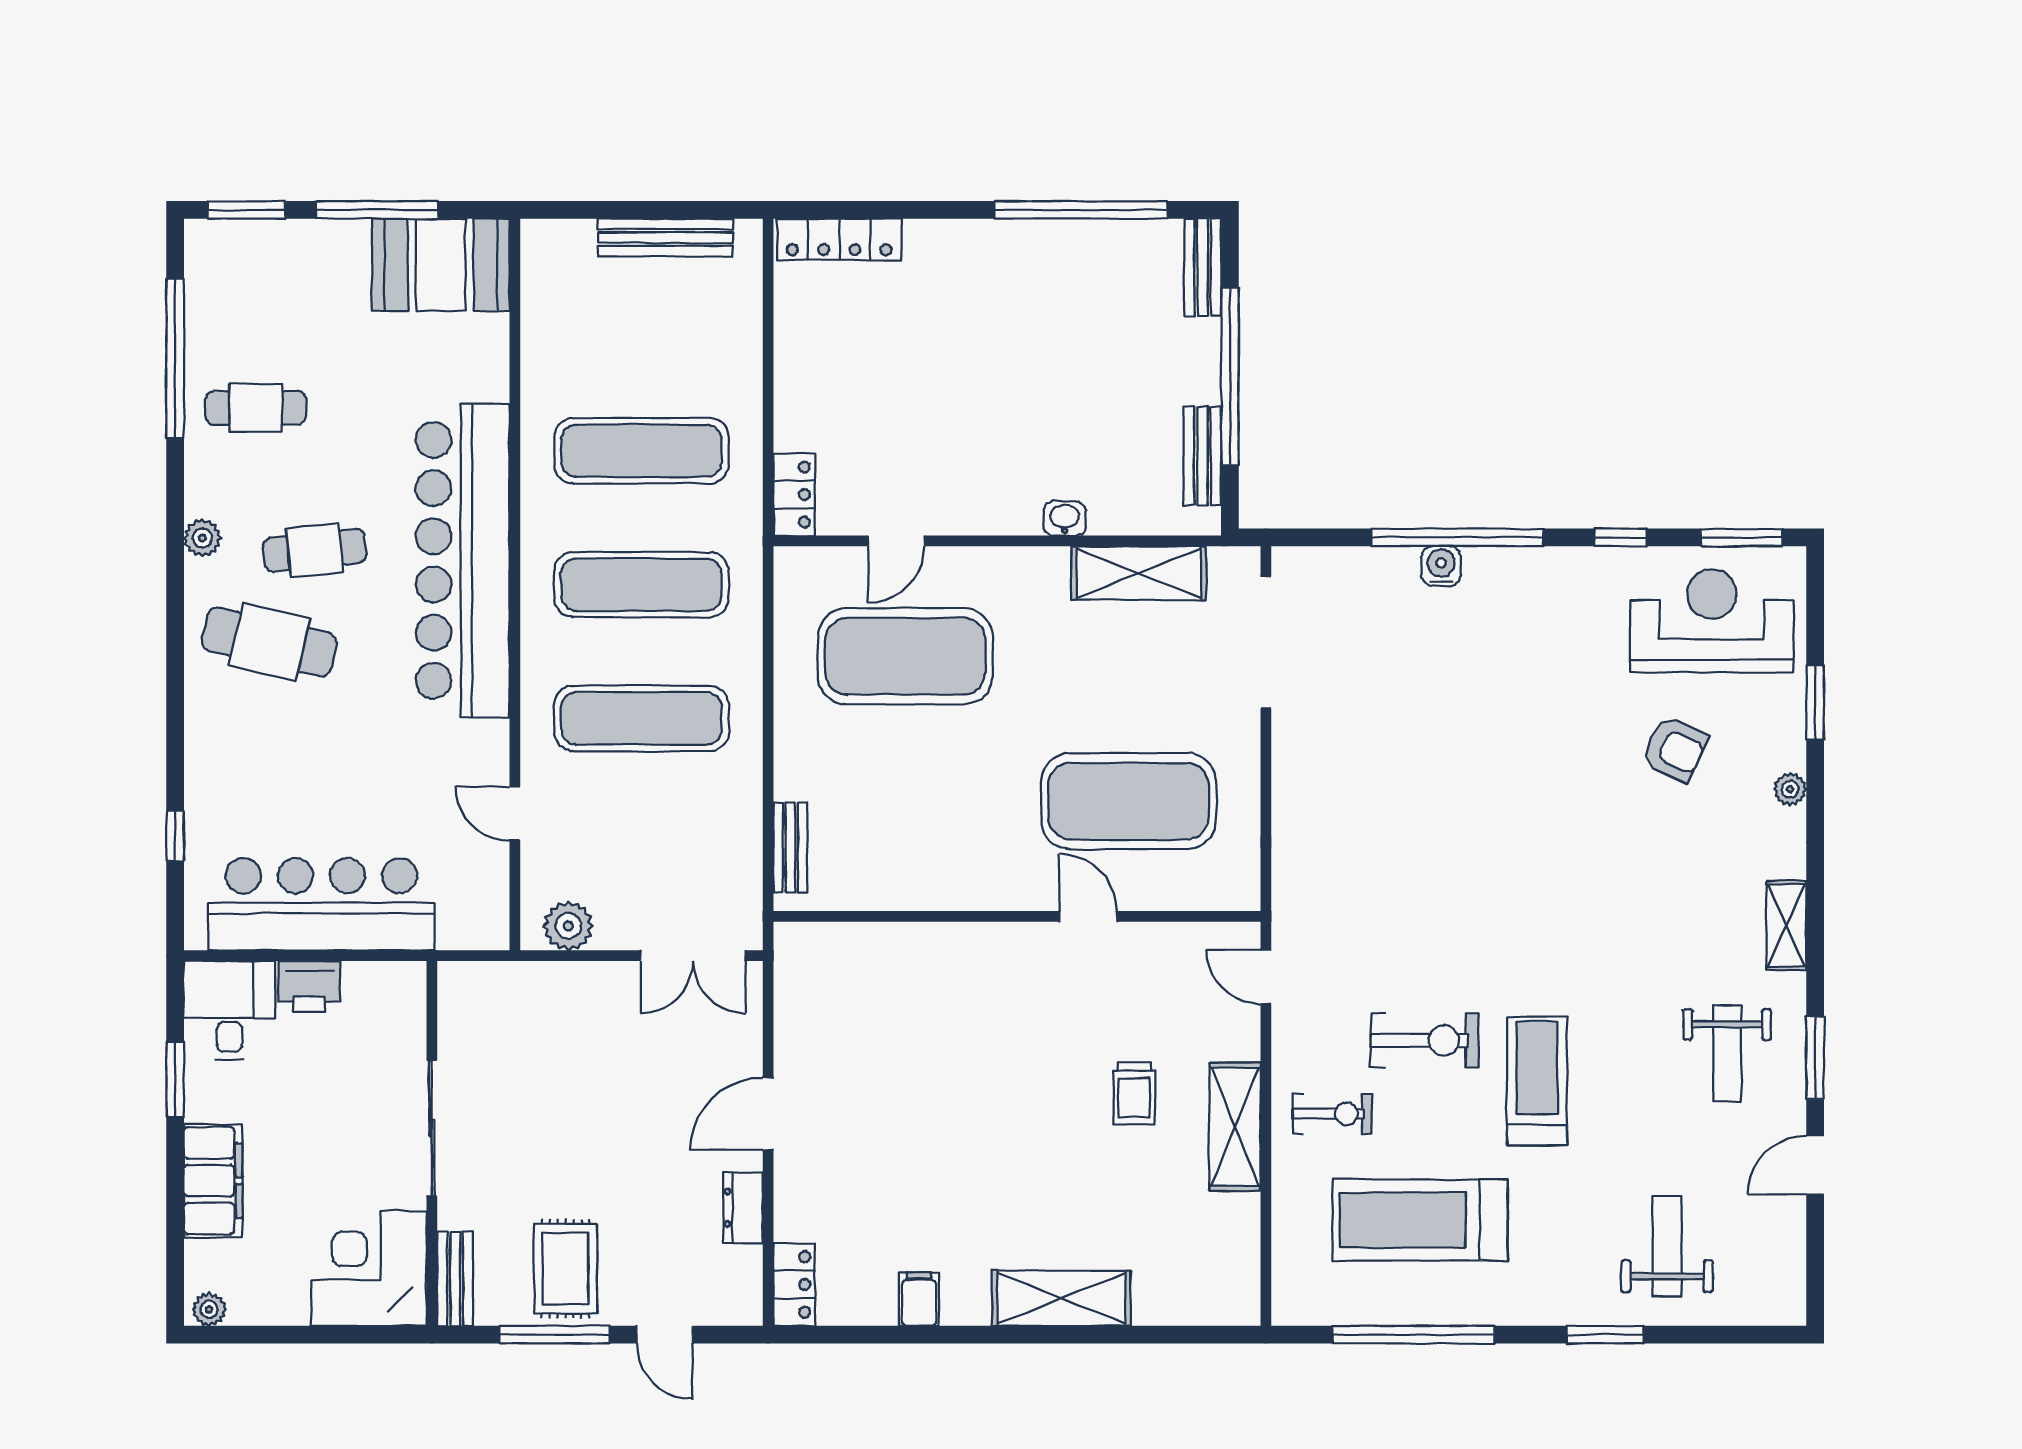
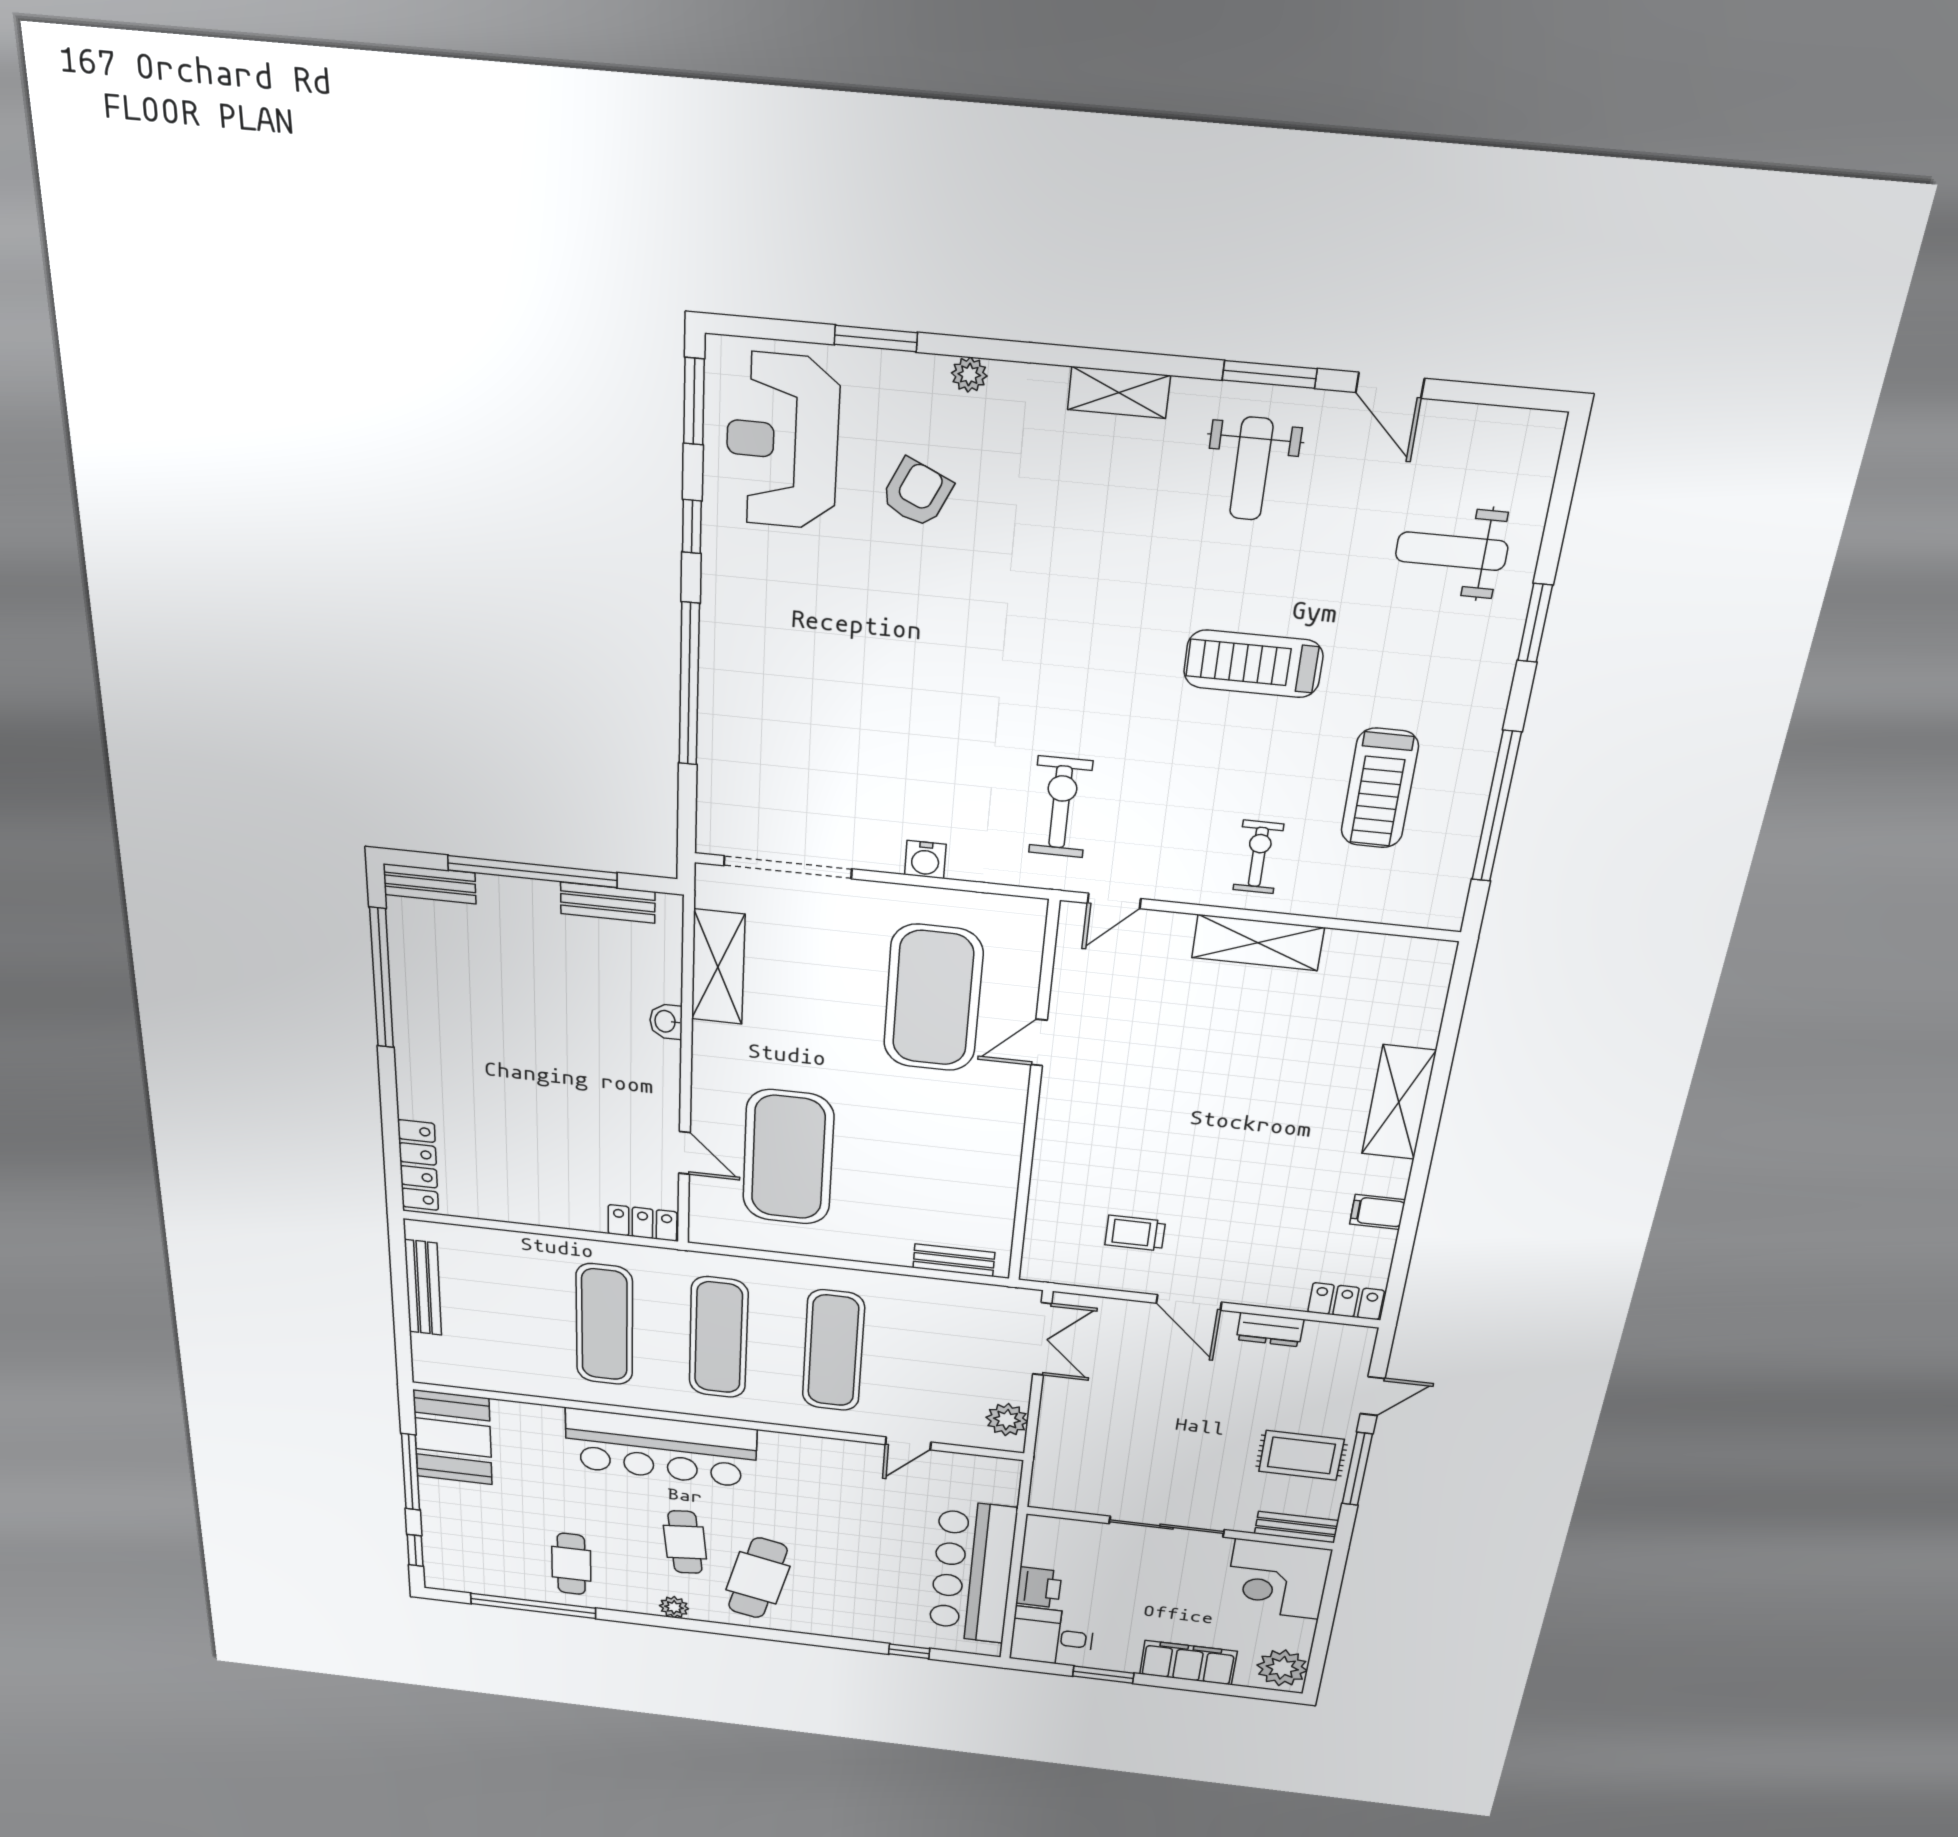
window: (247, 210) -> (415, 1550), width x0.67
bar counter: (463, 560) -> (661, 1448), width x0.73
water cooler: (1441, 566) -> (925, 860), moved, turned -90
exercise bike: (1425, 1040) -> (1061, 807), moved
weight bench: (1727, 1053) -> (1251, 469), turned 90
trolley: (1134, 1093) -> (1135, 1233), moved, turned 180
treadmill: (1420, 1220) -> (1380, 788), width x0.73, depth x0.73
plant: (209, 1309) -> (1282, 1668), width x1.88, depth x1.88

